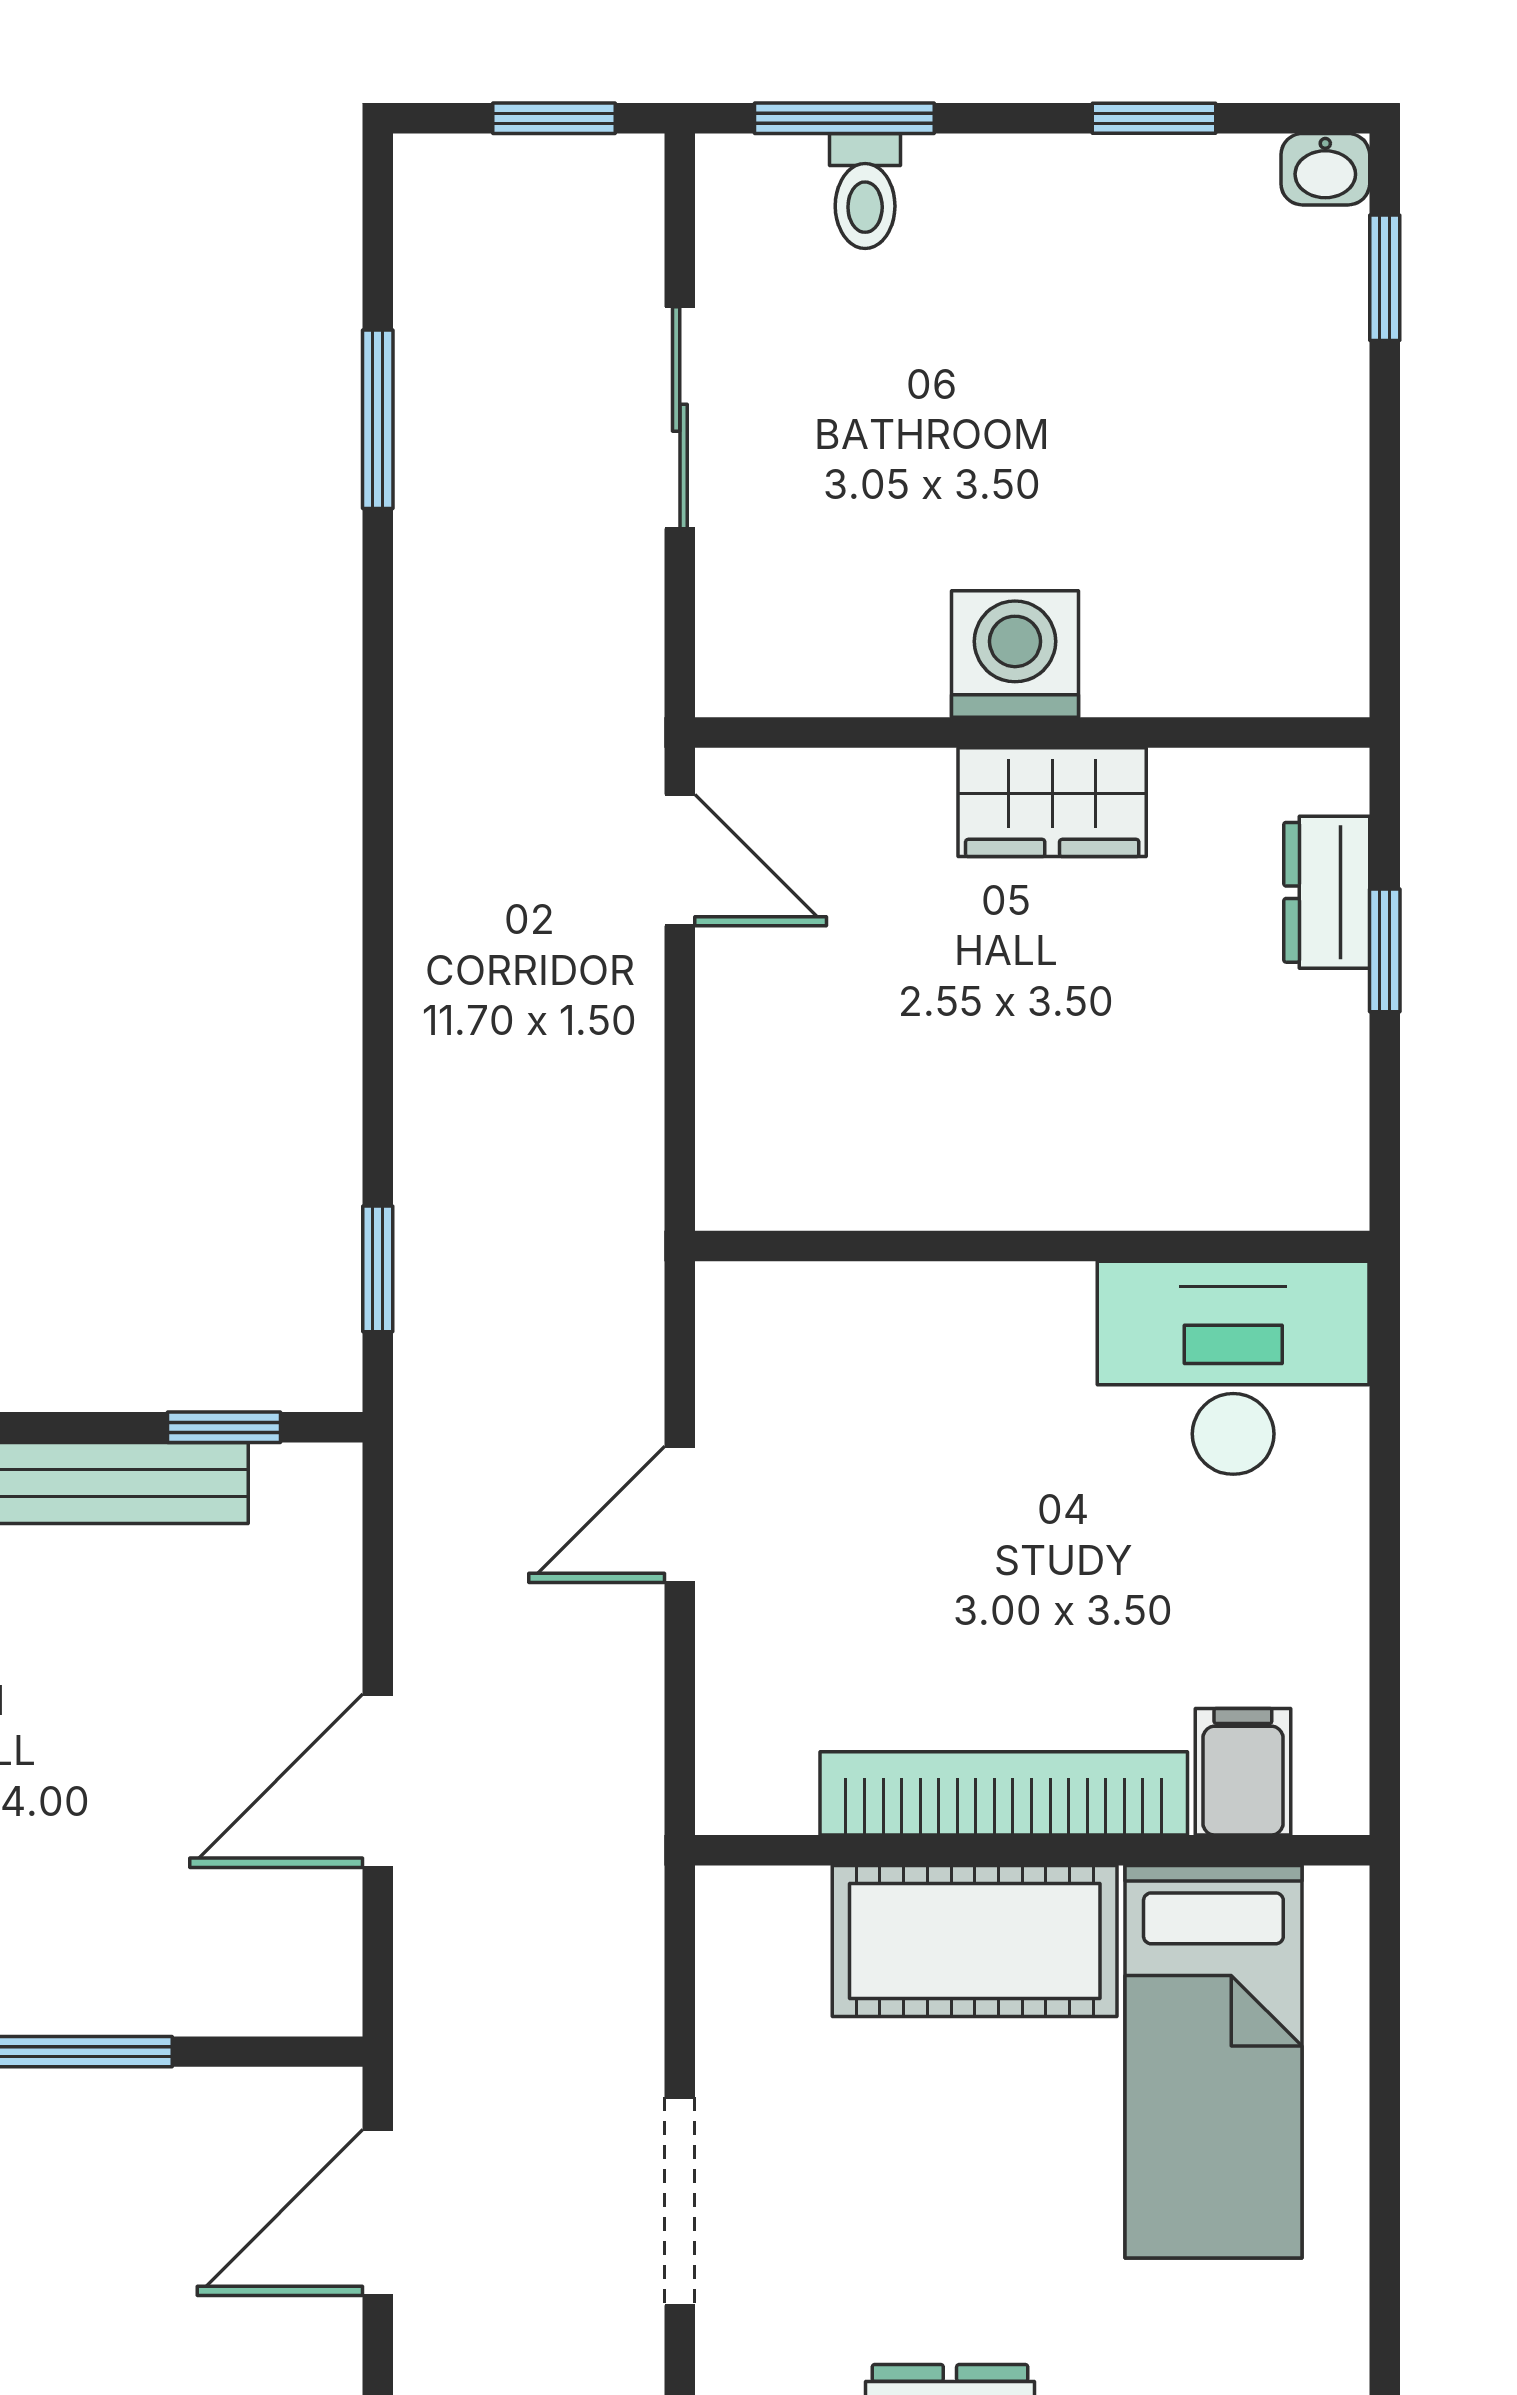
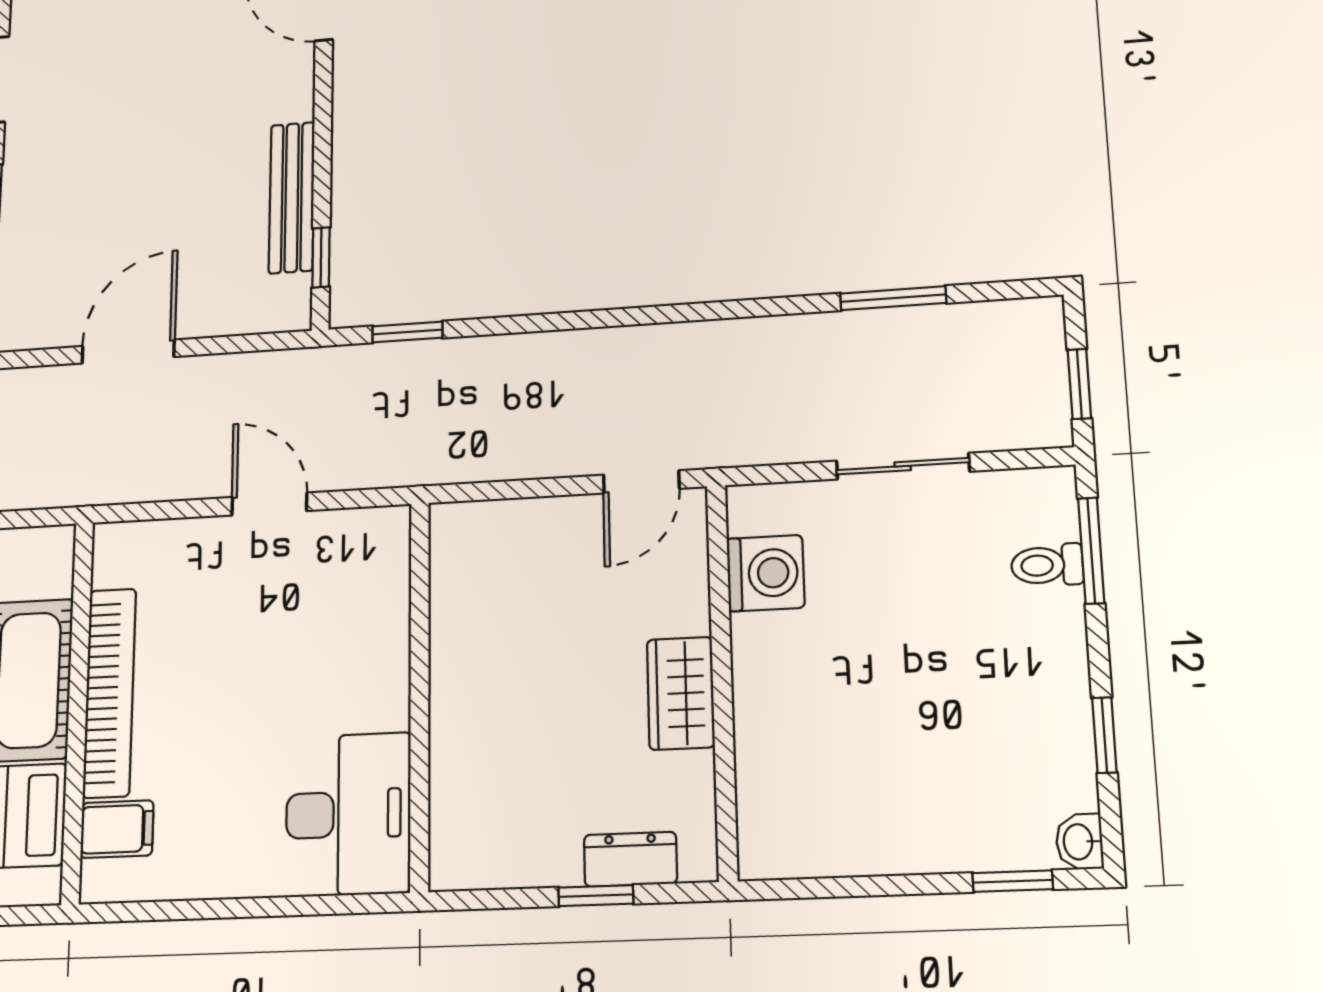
washing machine: (1015, 654) -> (766, 573), moved
door: (378, 1781) -> (128, 352), hinge flipped

